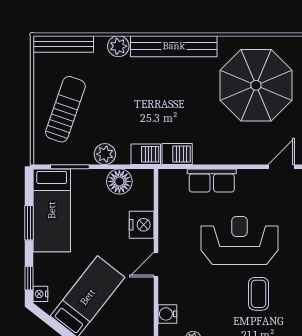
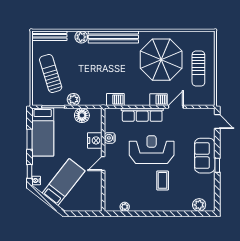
sun lounger: (65, 109) -> (51, 73), turned -36
barbecue: (146, 154) -> (159, 100), moved
row of seats: (212, 180) -> (142, 115), width x1.48
water cooler: (167, 314) -> (110, 138), moved

